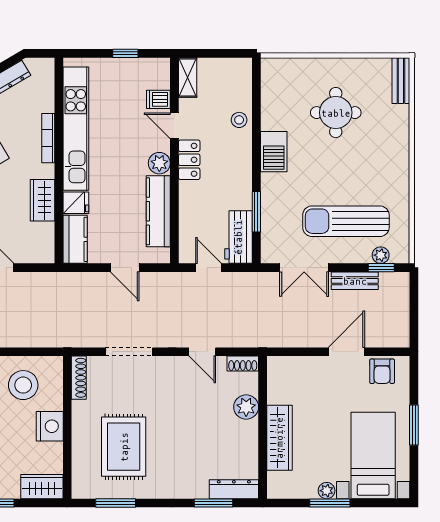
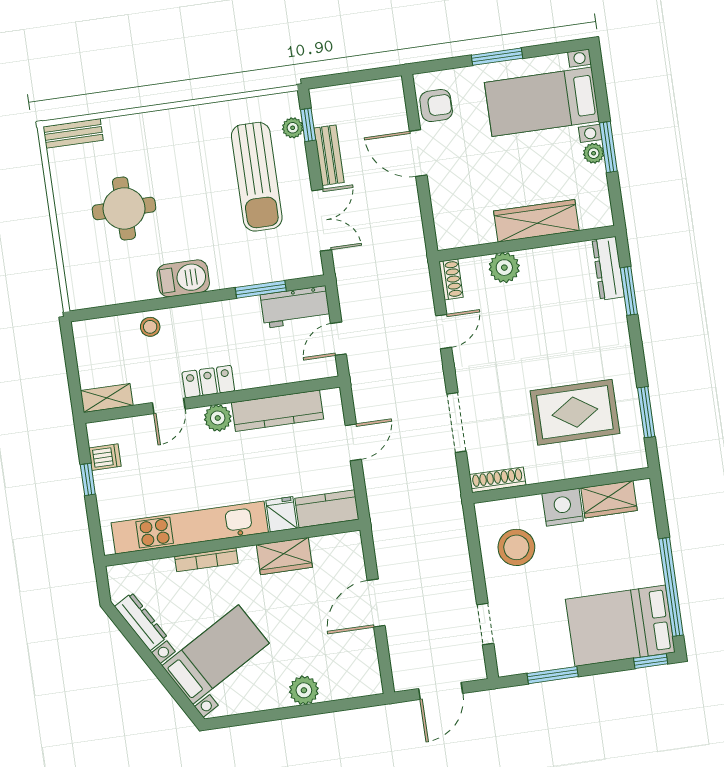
dishwasher: (158, 99) -> (105, 457), moved, turned -90
wardrobe: (42, 487) -> (609, 499), moved, turned -90

